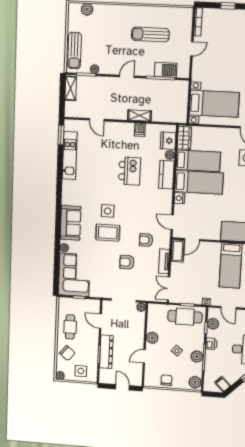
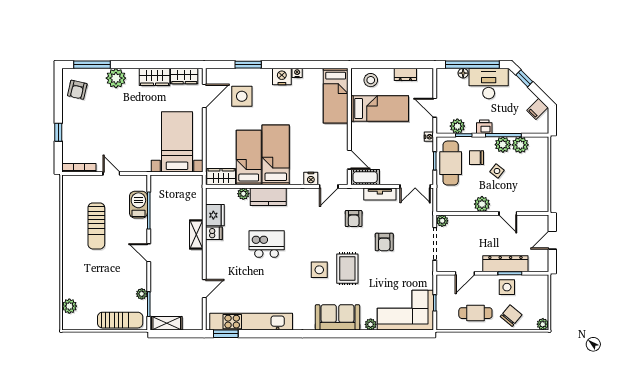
fridge: (168, 141) -> (215, 215), moved, turned -90
kitchen unit: (70, 156) -> (251, 322), width x1.36
nightstand: (179, 198) -> (311, 179), moved
door: (228, 308) -> (435, 108), swing flipped
side table: (81, 371) -> (507, 287), moved
chair: (166, 380) -> (476, 158), moved
plant: (195, 382) -> (520, 145), moved

